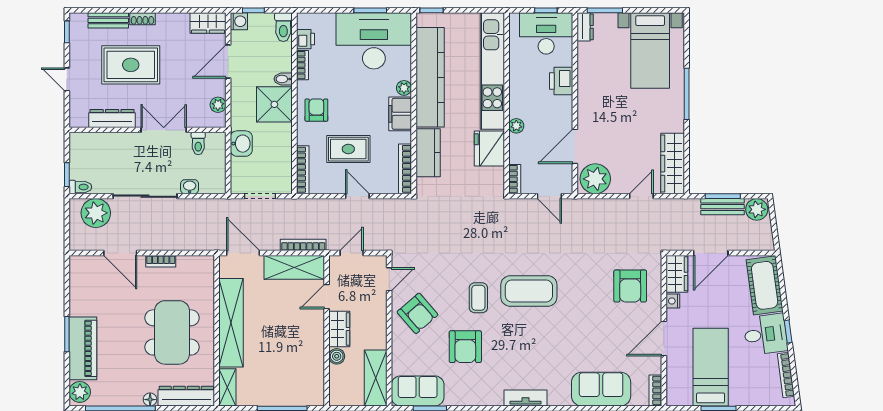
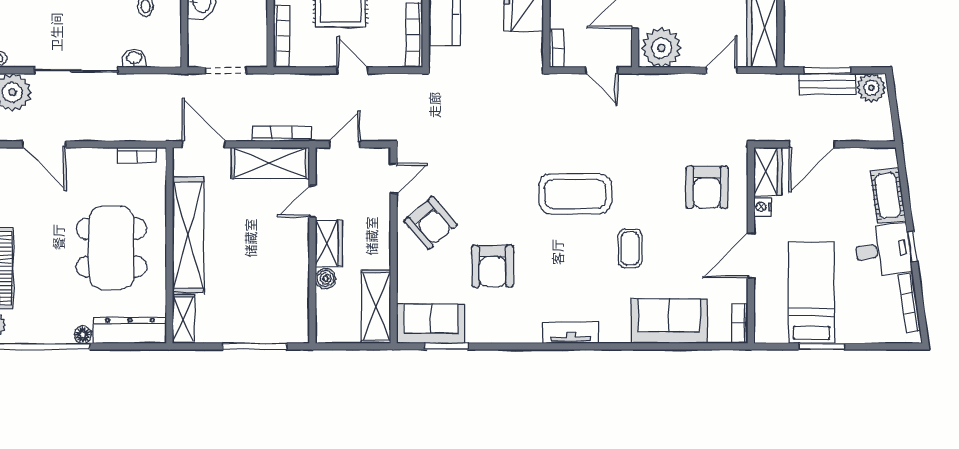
bookcase: (161, 261) -> (137, 155), moved
cot: (765, 285) -> (888, 196), width x0.73, depth x0.75
coffee table: (478, 298) -> (630, 248), moved

